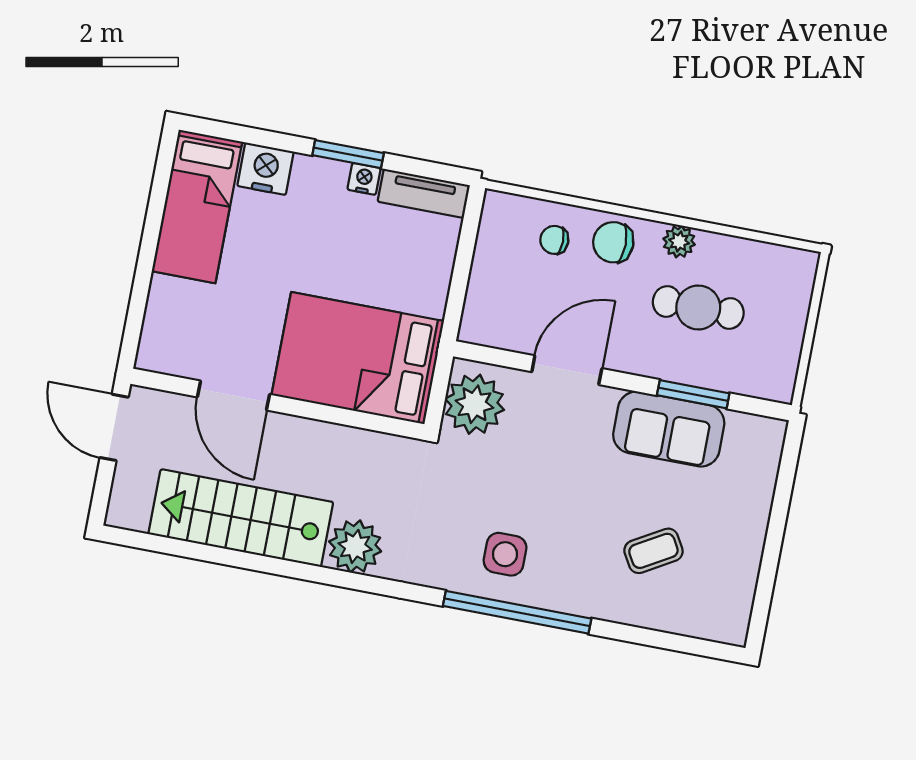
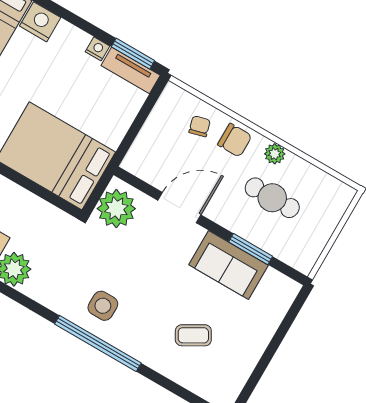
window: (348, 154) -> (133, 54), moved
chair: (554, 240) -> (200, 126), turned 75
chair: (613, 242) -> (235, 140), turned 180

